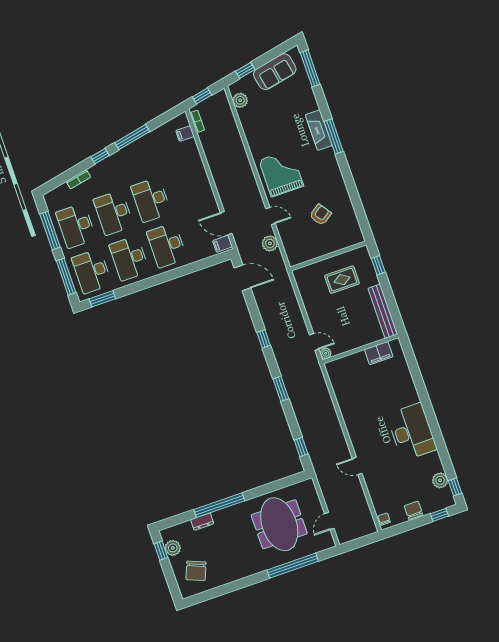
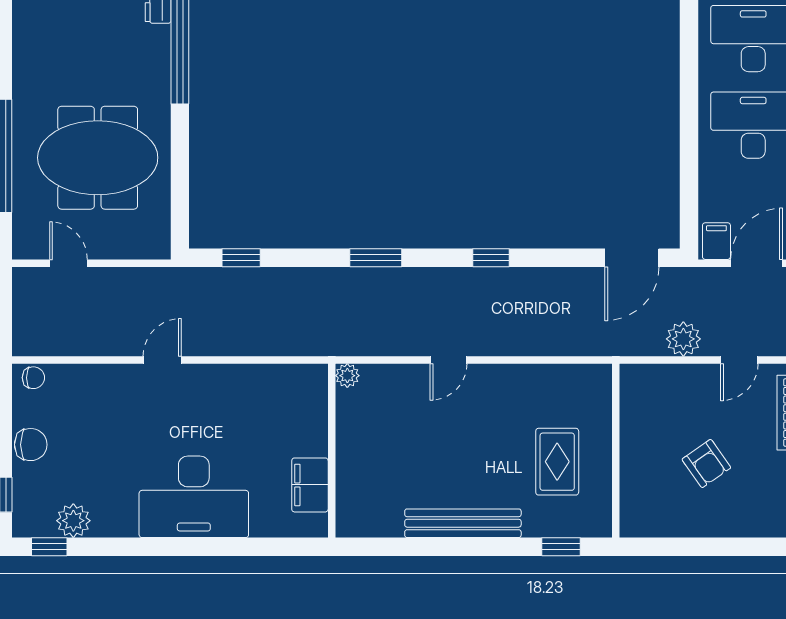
wall: (361, 349) -> (332, 451), moved
plant: (326, 353) -> (347, 376), moved
filing cabinet: (379, 353) -> (310, 485), moved

